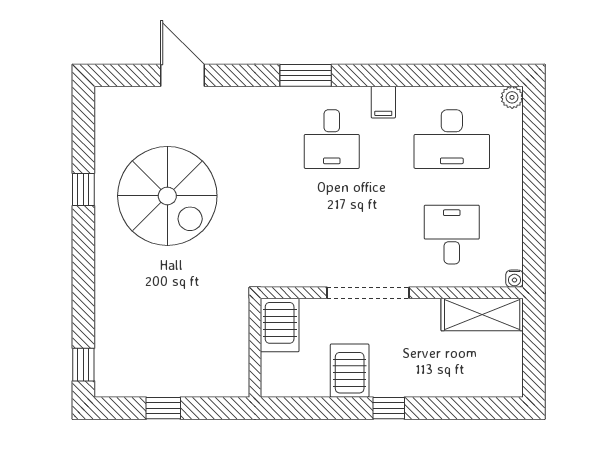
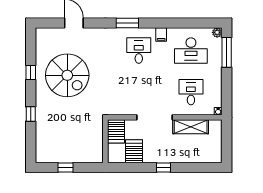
desk: (332, 139) -> (139, 51), turned 180
window: (534, 143) -> (227, 52), added
shelving: (482, 314) -> (191, 127), moved
window: (83, 365) -> (31, 114), moved
server rack: (350, 371) -> (134, 151), moved

